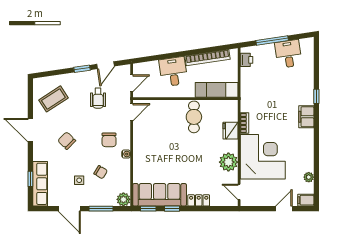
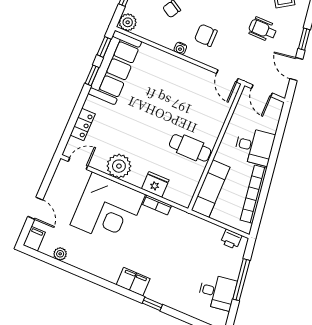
wheelchair: (98, 98) -> (263, 29), moved
locker: (199, 200) -> (83, 124), moved

